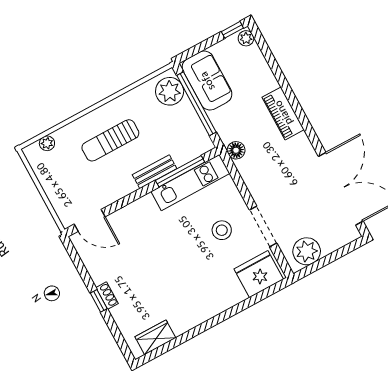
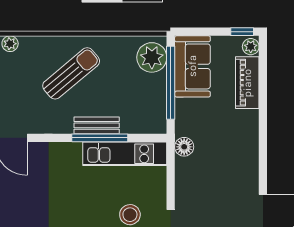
piano: (283, 113) -> (247, 83), moved
sun lounger: (110, 140) -> (71, 73), turned 140
window: (180, 171) -> (100, 138), moved

